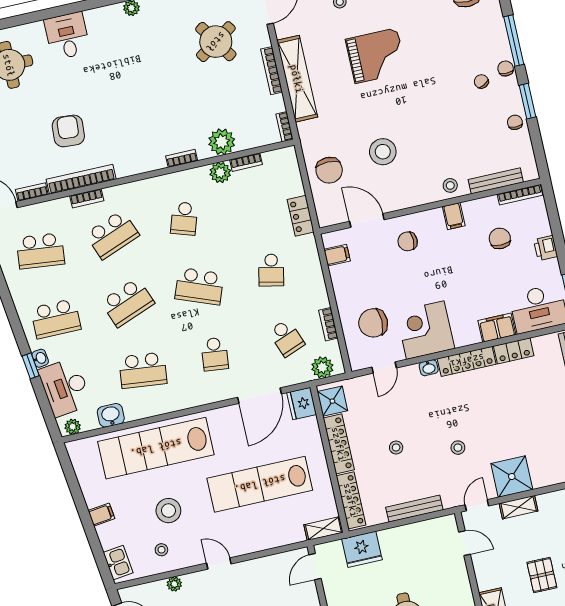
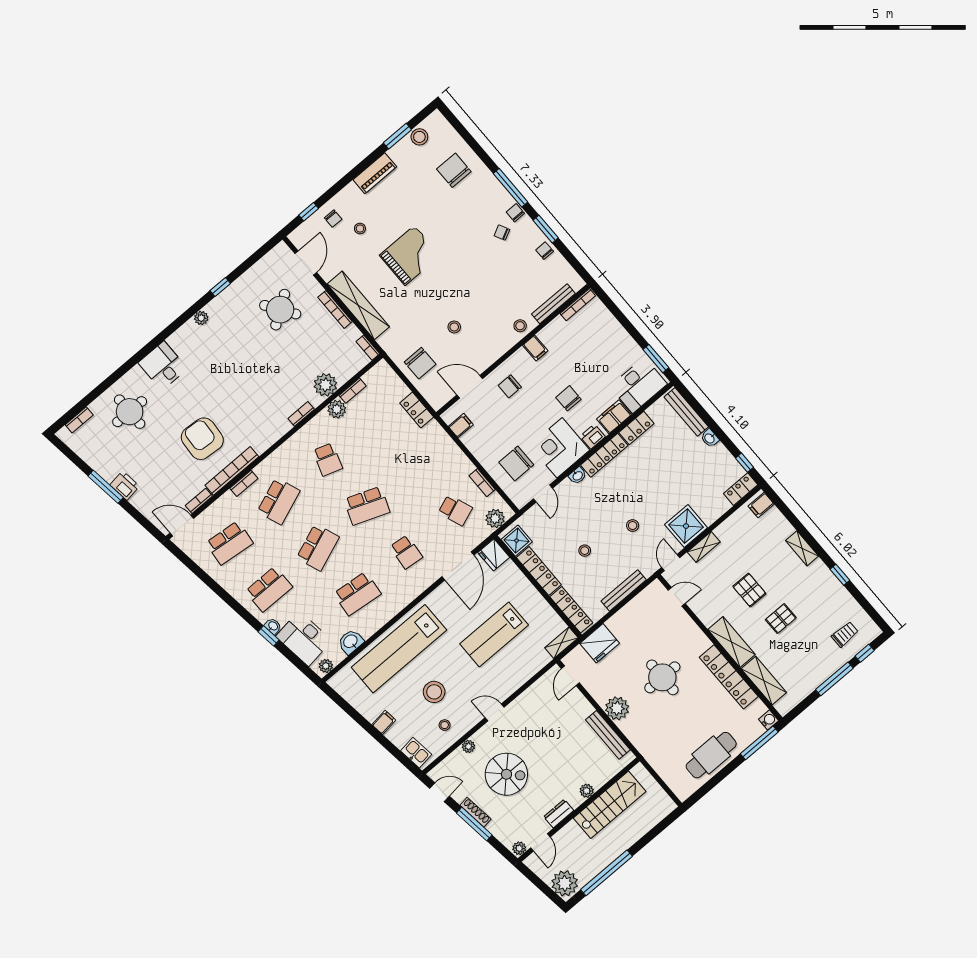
armchair: (68, 131) -> (202, 439), width x1.36, depth x1.36
stool: (383, 152) -> (454, 327), width x0.53, depth x0.53
chair: (500, 238) -> (568, 398), moved
printer: (546, 248) -> (593, 437), moved, turned 90
school desk: (271, 270) -> (416, 464), removed
lab bench: (260, 484) -> (494, 634), width x0.73

